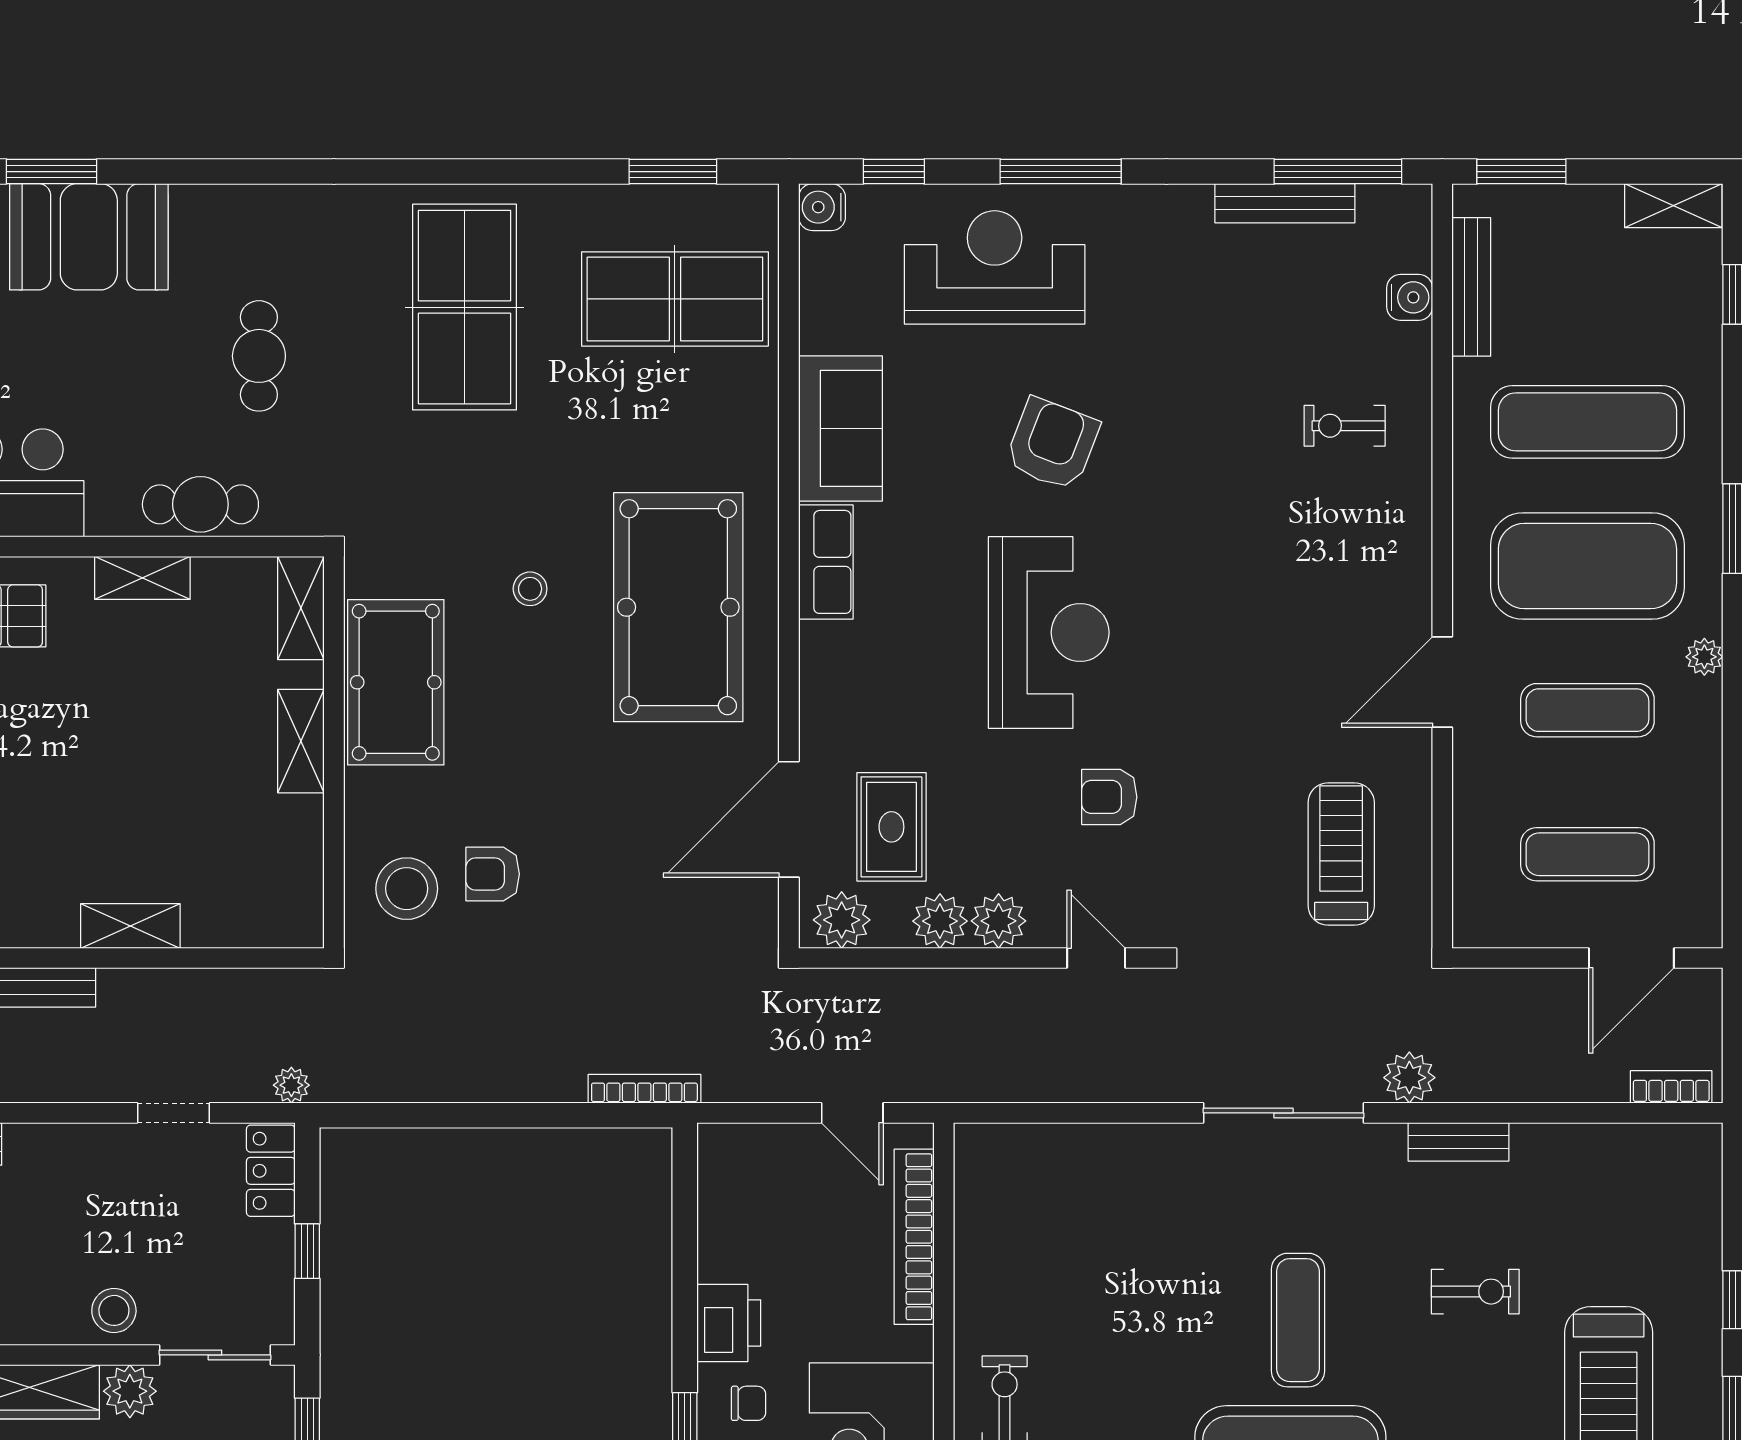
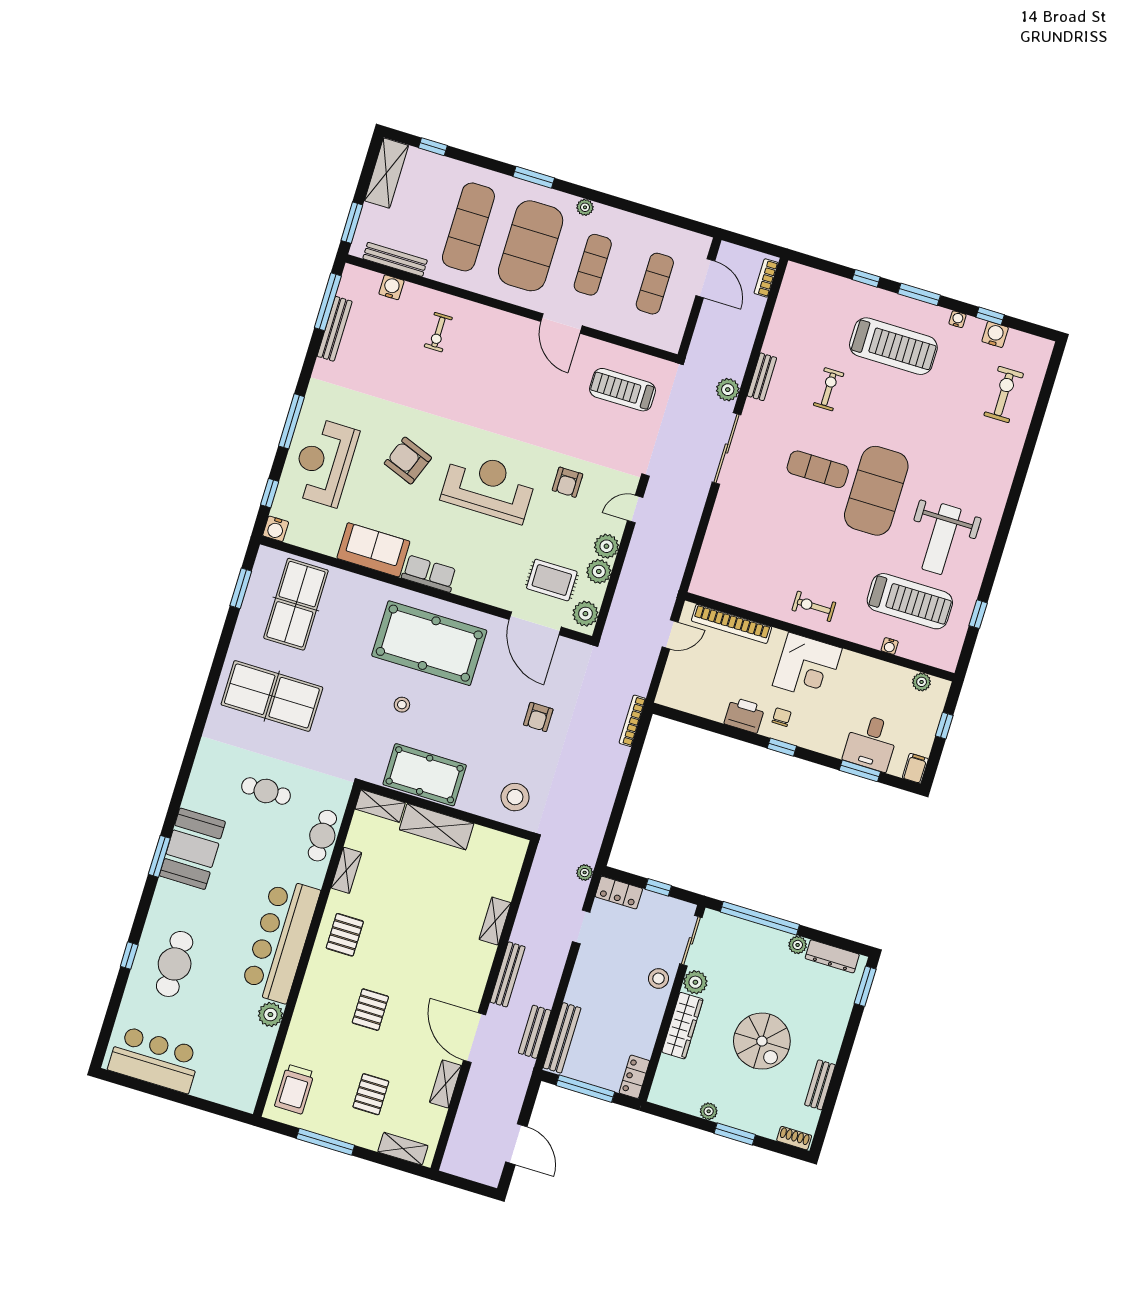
shelving: (1673, 206) -> (386, 173), width x1.50, depth x1.33
shelving: (301, 741) -> (437, 827), width x1.50, depth x1.33
armchair: (493, 874) -> (538, 717), moved

